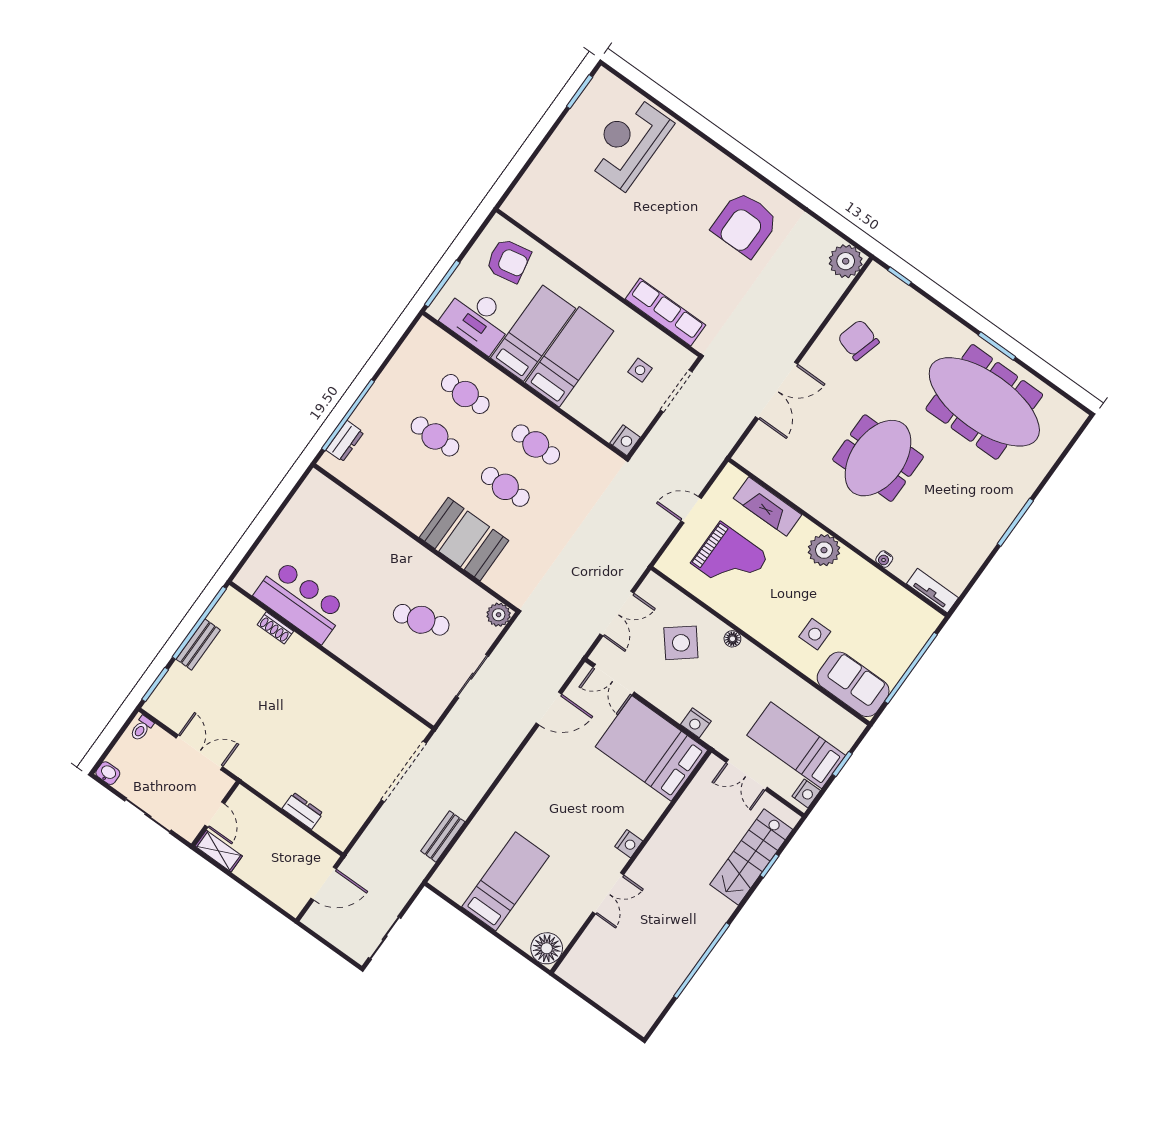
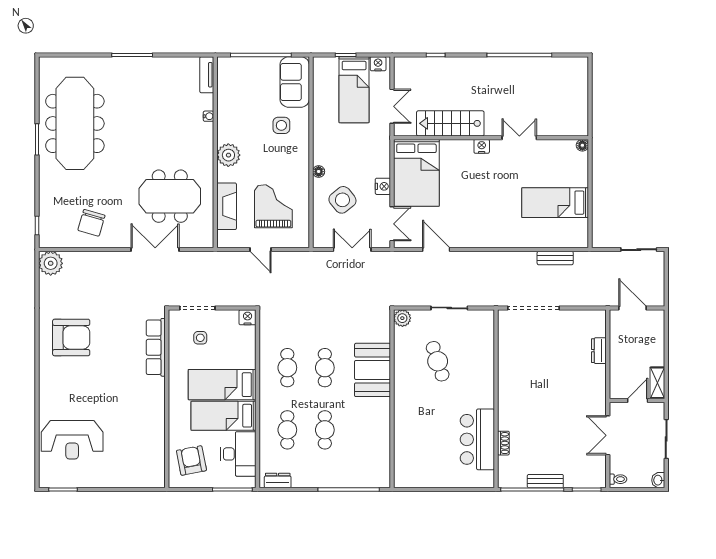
dresser: (345, 441) -> (278, 481), moved
meeting table: (878, 458) -> (170, 196), moved
nightstand: (696, 723) -> (383, 186), moved
stairs: (751, 857) -> (450, 123), moved, turned 180
floor lamp: (547, 948) -> (582, 145), width x0.53, depth x0.53

